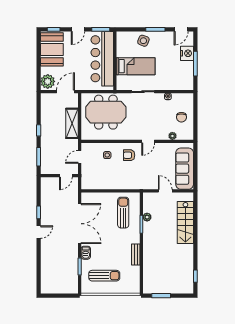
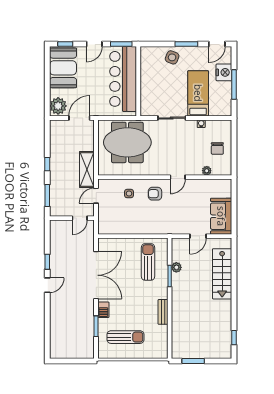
bed: (136, 66) -> (198, 93), moved, turned -90
shelving: (72, 123) -> (87, 170), moved
sofa: (185, 169) -> (221, 216), width x0.73
door: (165, 191) -> (198, 236), swing flipped

